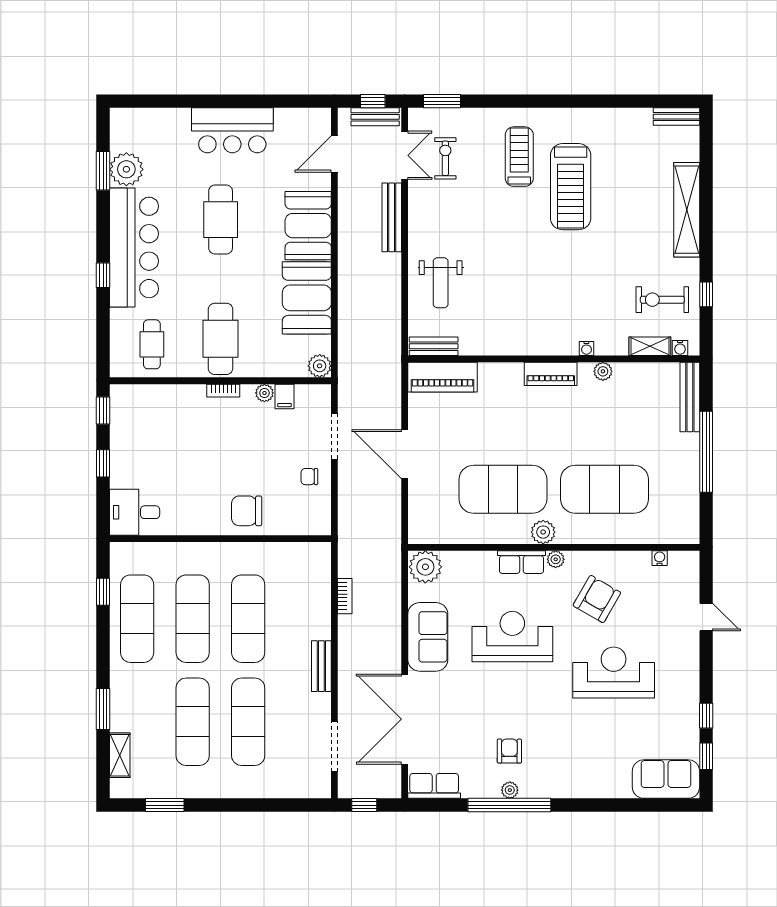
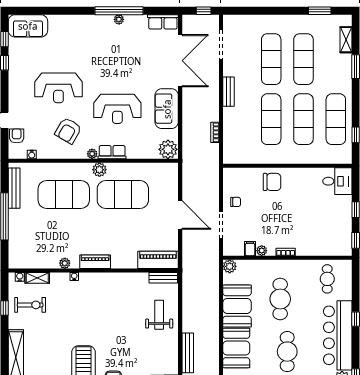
cafe table: (221, 339) -> (280, 299), moved
bench: (690, 397) -> (14, 188), moved
armchair: (509, 751) -> (17, 136), moved, turned 180

